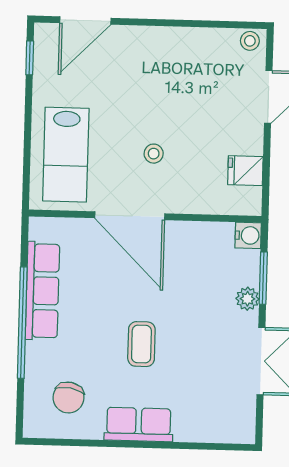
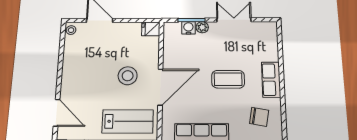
stool: (154, 154) -> (128, 76), width x1.89, depth x1.89
fridge: (245, 171) -> (151, 29), moved, turned 90
water cooler: (248, 235) -> (188, 28), moved
coffee table: (141, 344) -> (228, 79), width x1.36, depth x1.30

